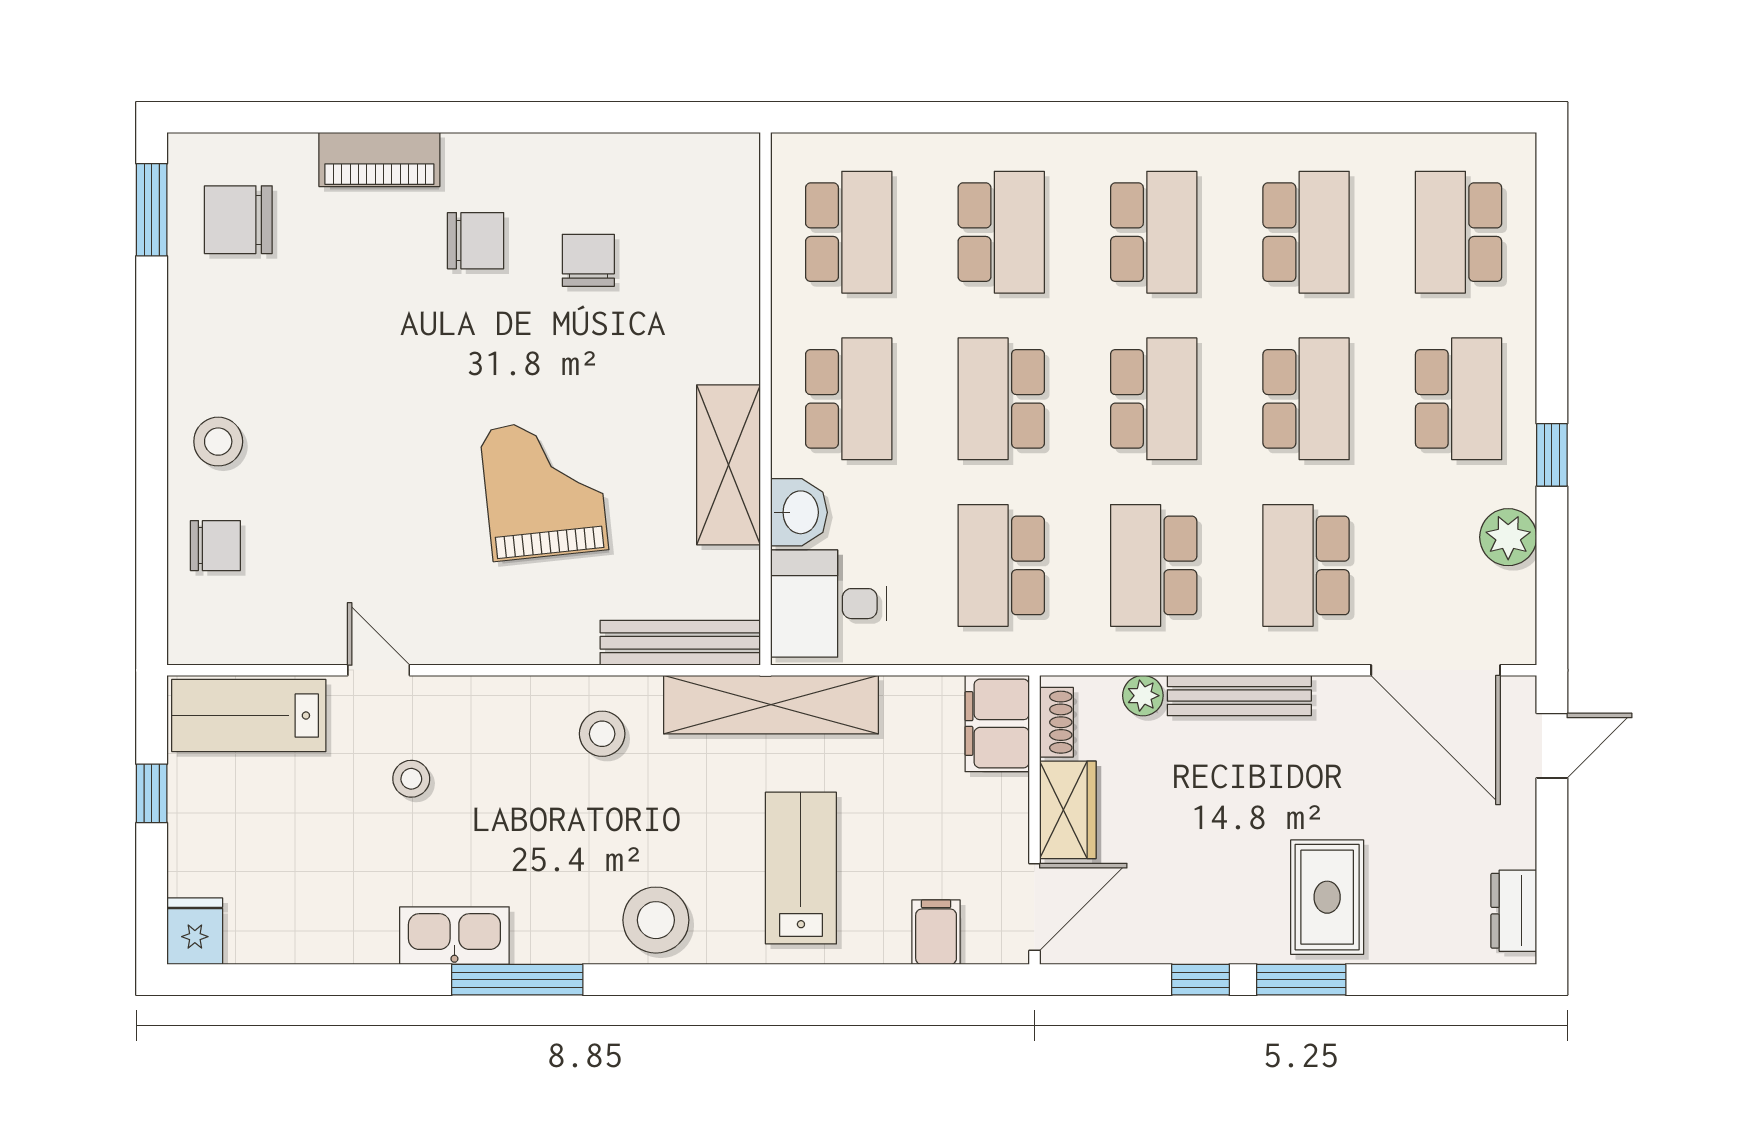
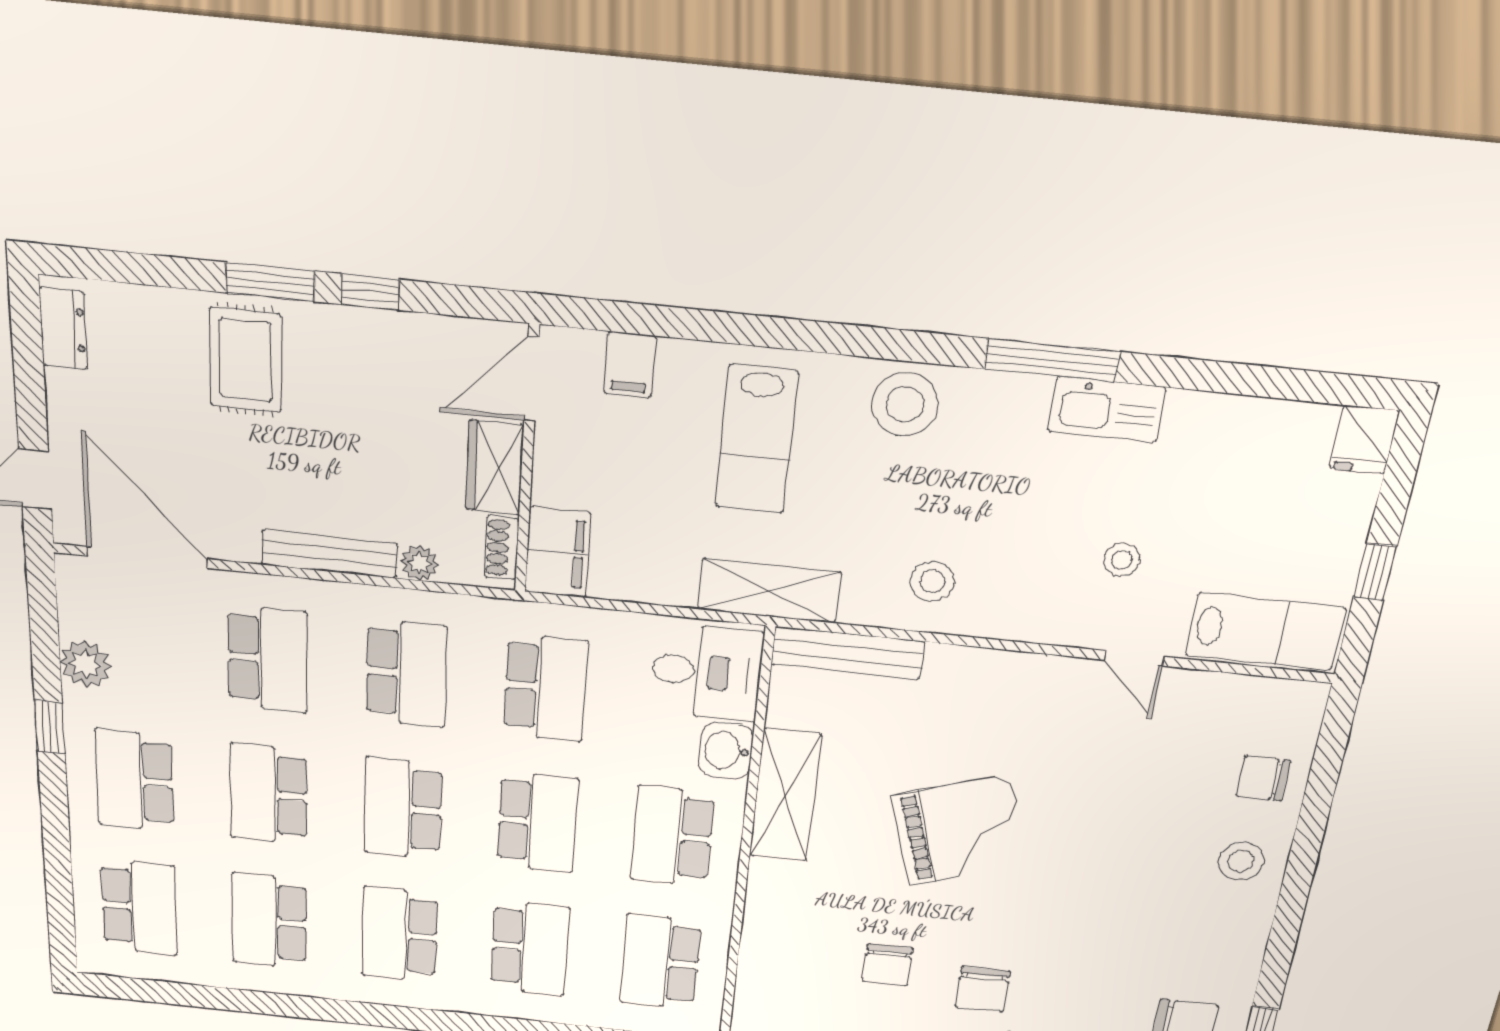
school desk: (1001, 232) -> (530, 948), turned 180
chair: (476, 241) -> (983, 989), turned -90
grand piano: (544, 489) -> (960, 830), moved, turned -102
shelving: (771, 705) -> (769, 591), width x0.68

